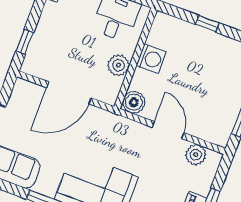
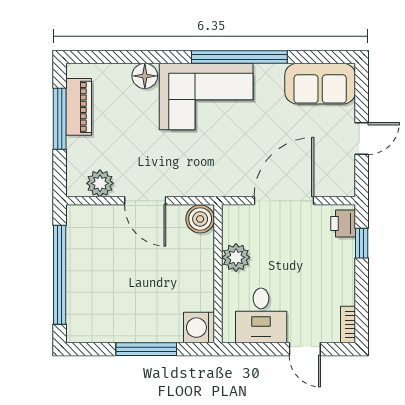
window: (207, 24) -> (146, 349), width x2.17
washing machine: (151, 59) -> (199, 328), moved
printer: (33, 61) -> (343, 223), added

